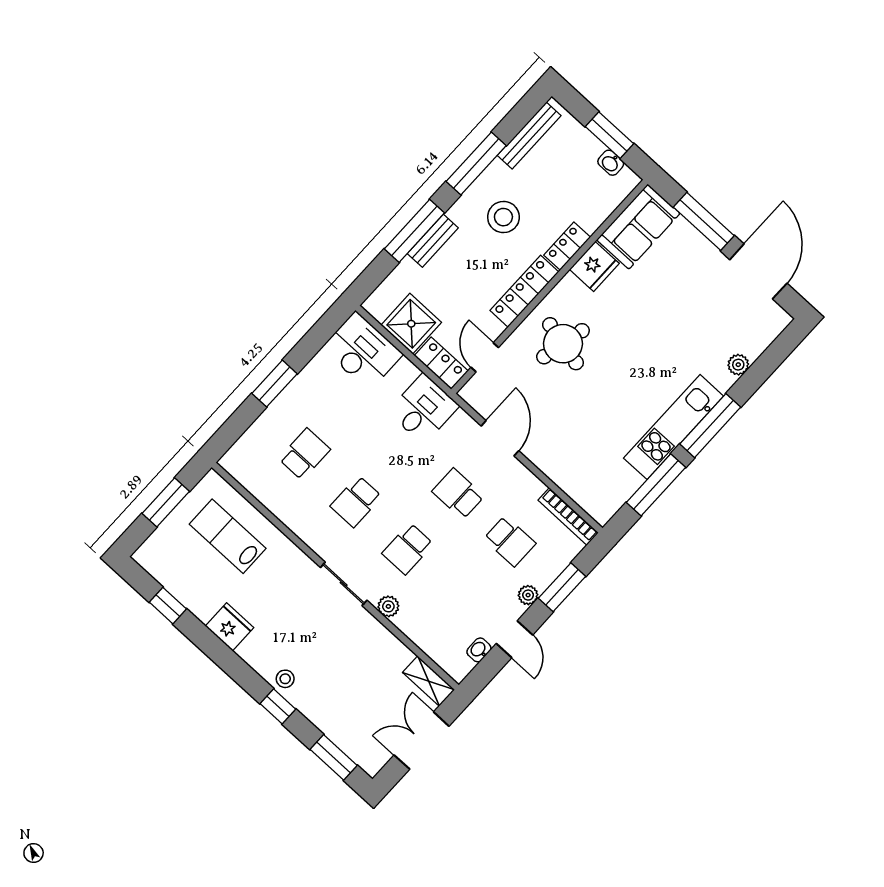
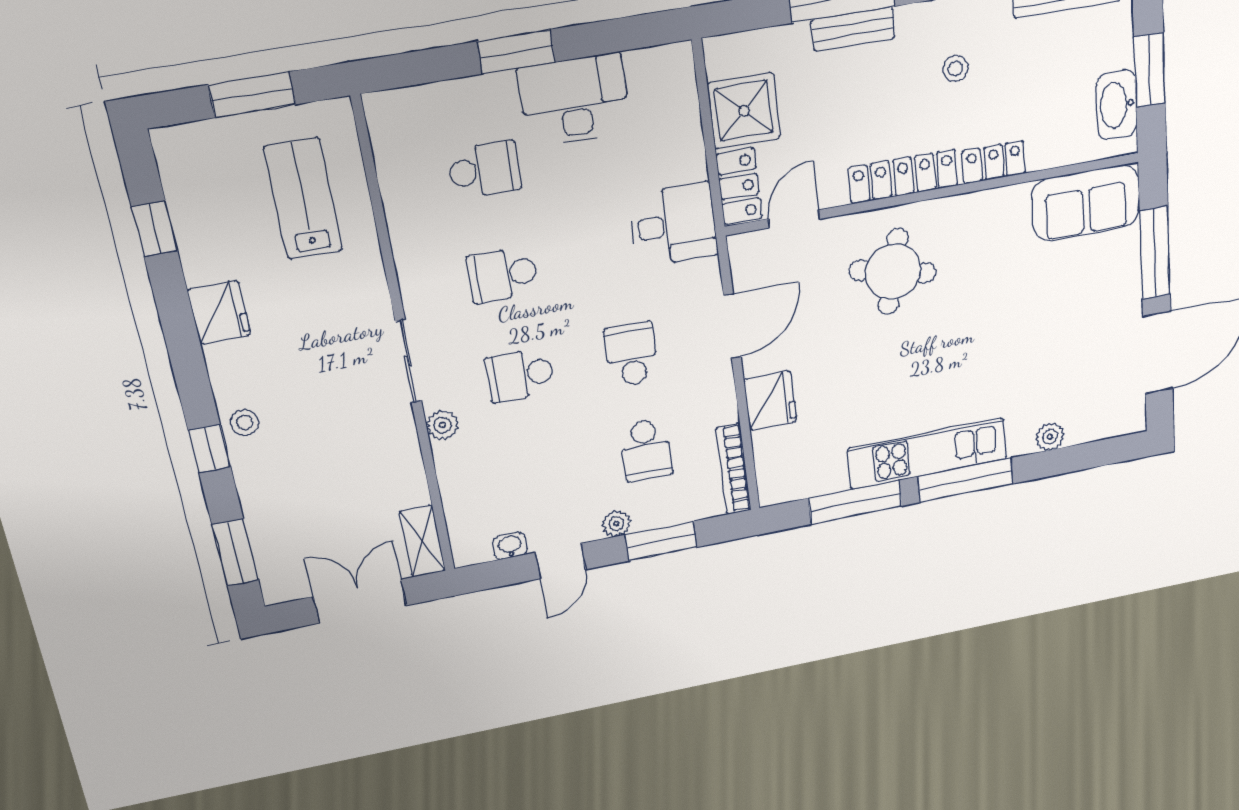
washbasin: (611, 163) -> (1117, 105), width x1.91, depth x1.45
stool: (503, 217) -> (956, 68), width x0.53, depth x0.53
fridge: (594, 266) -> (770, 401), moved, turned -90
desk: (362, 351) -> (574, 100), moved, turned -90

